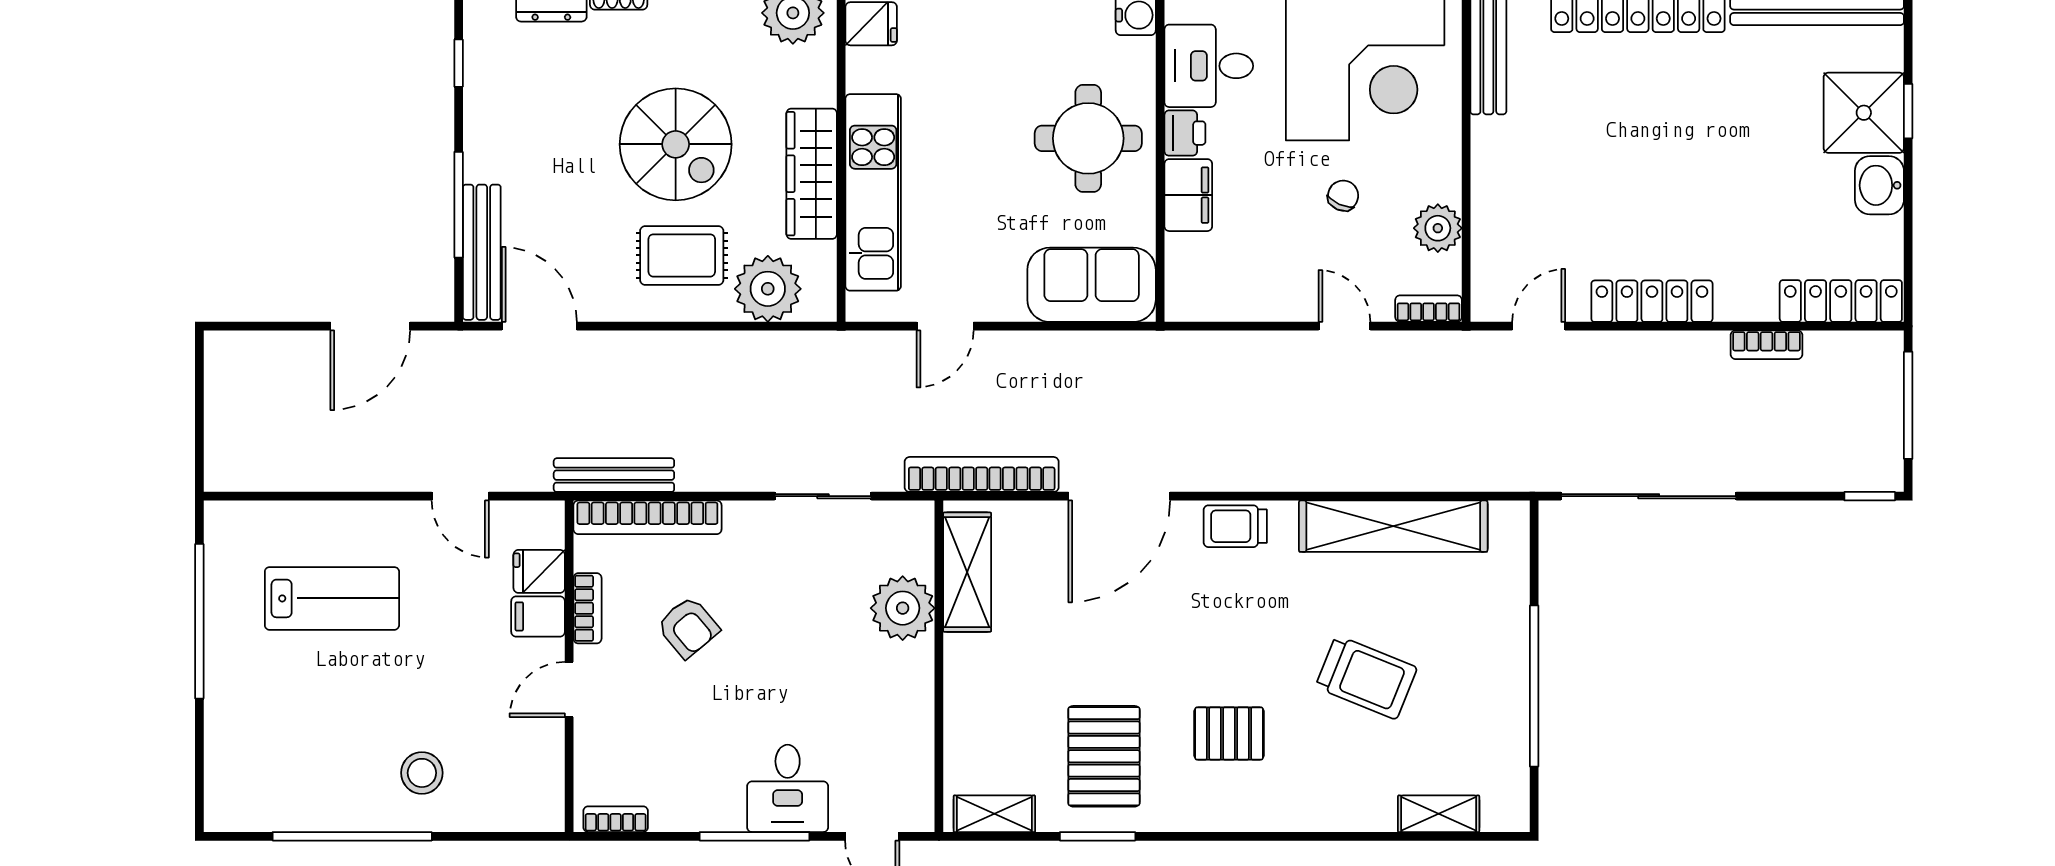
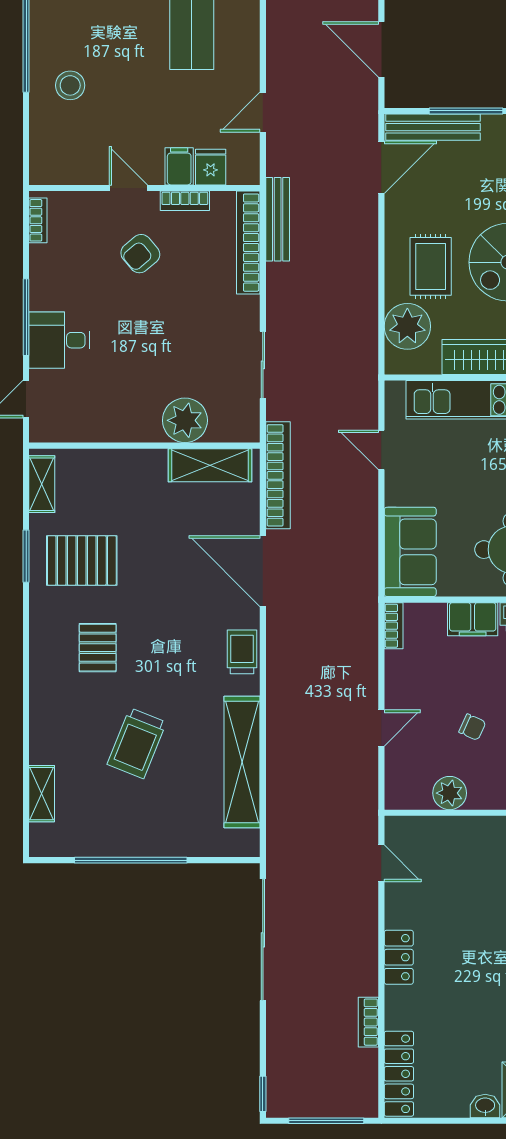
washbasin: (1879, 185) -> (485, 1106), width x0.72, depth x0.69
locker: (1652, 301) -> (399, 957), width x0.66
bookcase: (1429, 309) -> (394, 626), moved
armchair: (688, 627) -> (140, 254), moved

